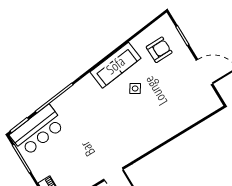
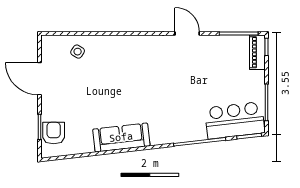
armchair: (159, 50) -> (54, 133), moved, turned 91
side table: (135, 88) -> (78, 52), moved

